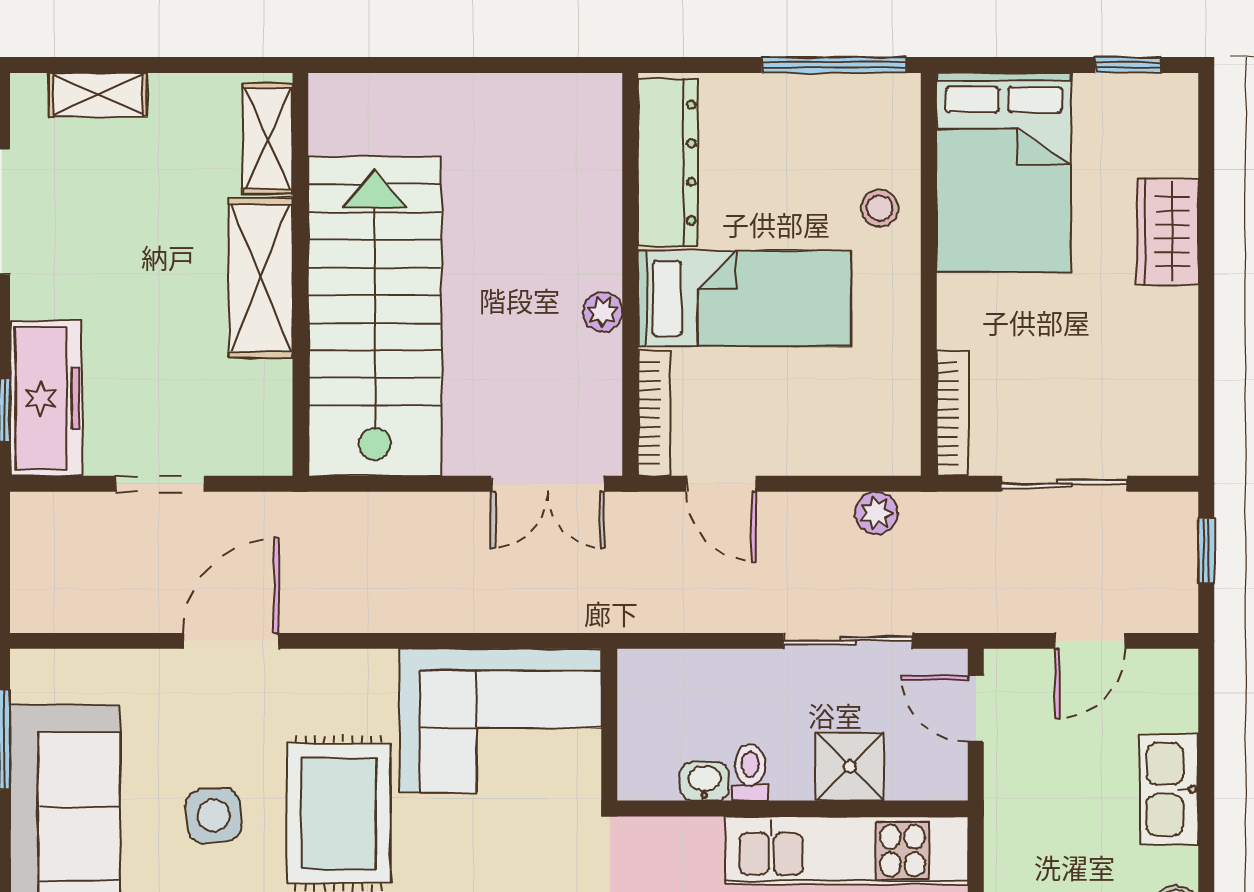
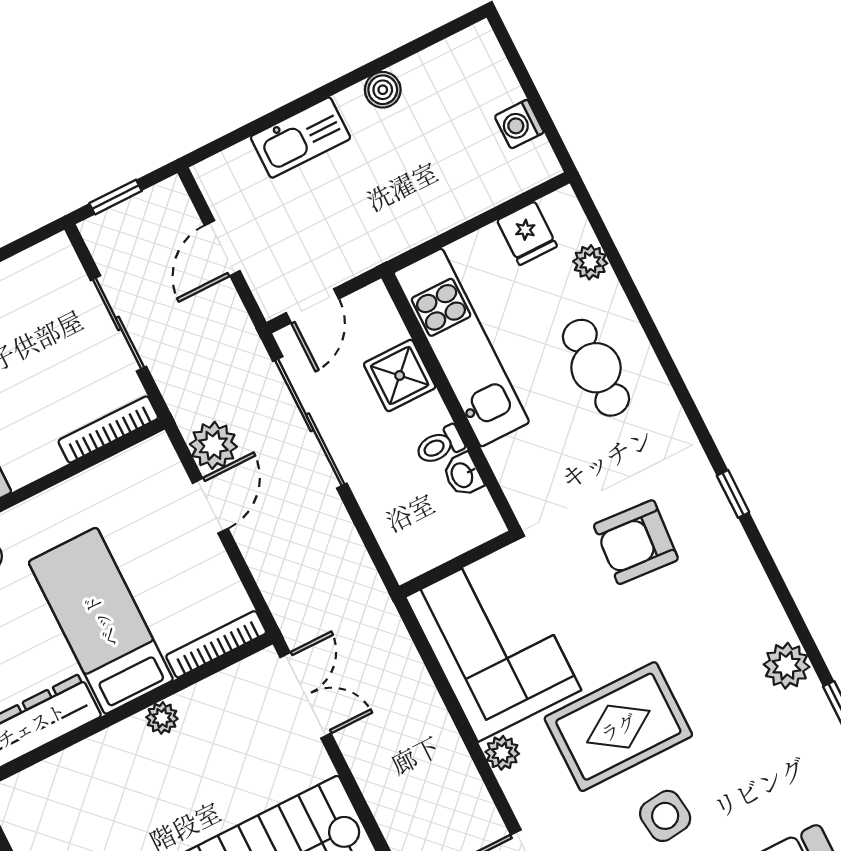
door: (721, 484) -> (210, 506), moved
plant: (876, 513) -> (213, 445), width x1.38, depth x1.38
sliding door: (848, 641) -> (310, 422), width x1.37
door: (1090, 641) -> (222, 248), swing flipped
plant: (374, 670) -> (502, 753), added

